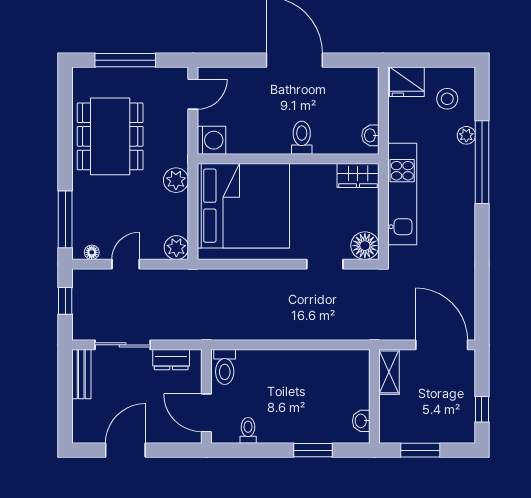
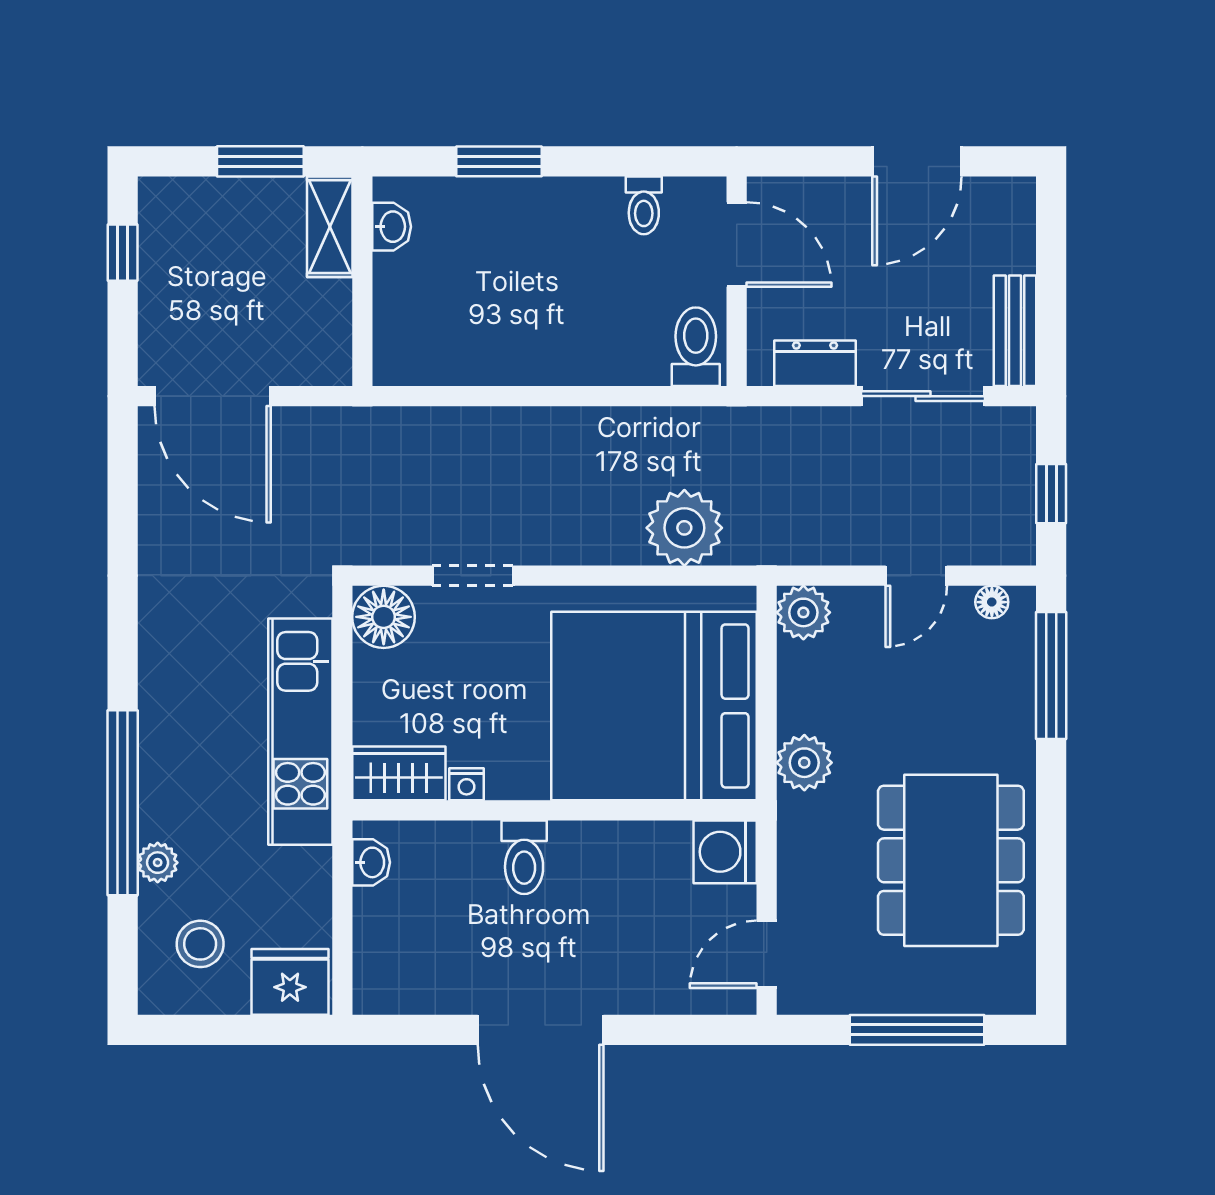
nightstand: (328, 170) -> (466, 784), added
plant: (230, 286) -> (684, 528), added
shelving: (389, 372) -> (330, 227), moved

